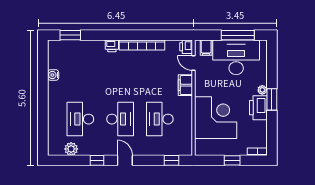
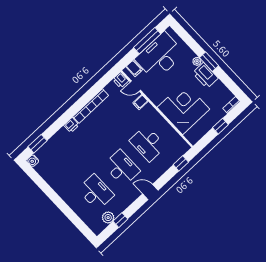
water cooler: (53, 75) -> (33, 161), moved
filing cabinet: (185, 85) -> (140, 102), width x0.50
desk: (80, 119) -> (96, 192), turned 180
window: (97, 160) -> (120, 220), moved

